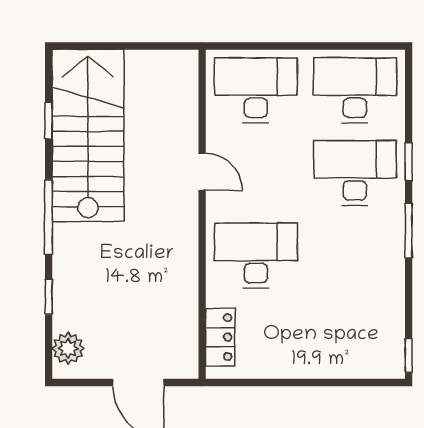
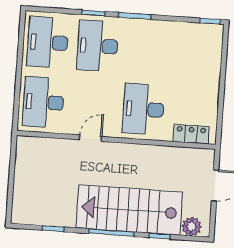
stairs: (88, 136) -> (129, 210), moved

